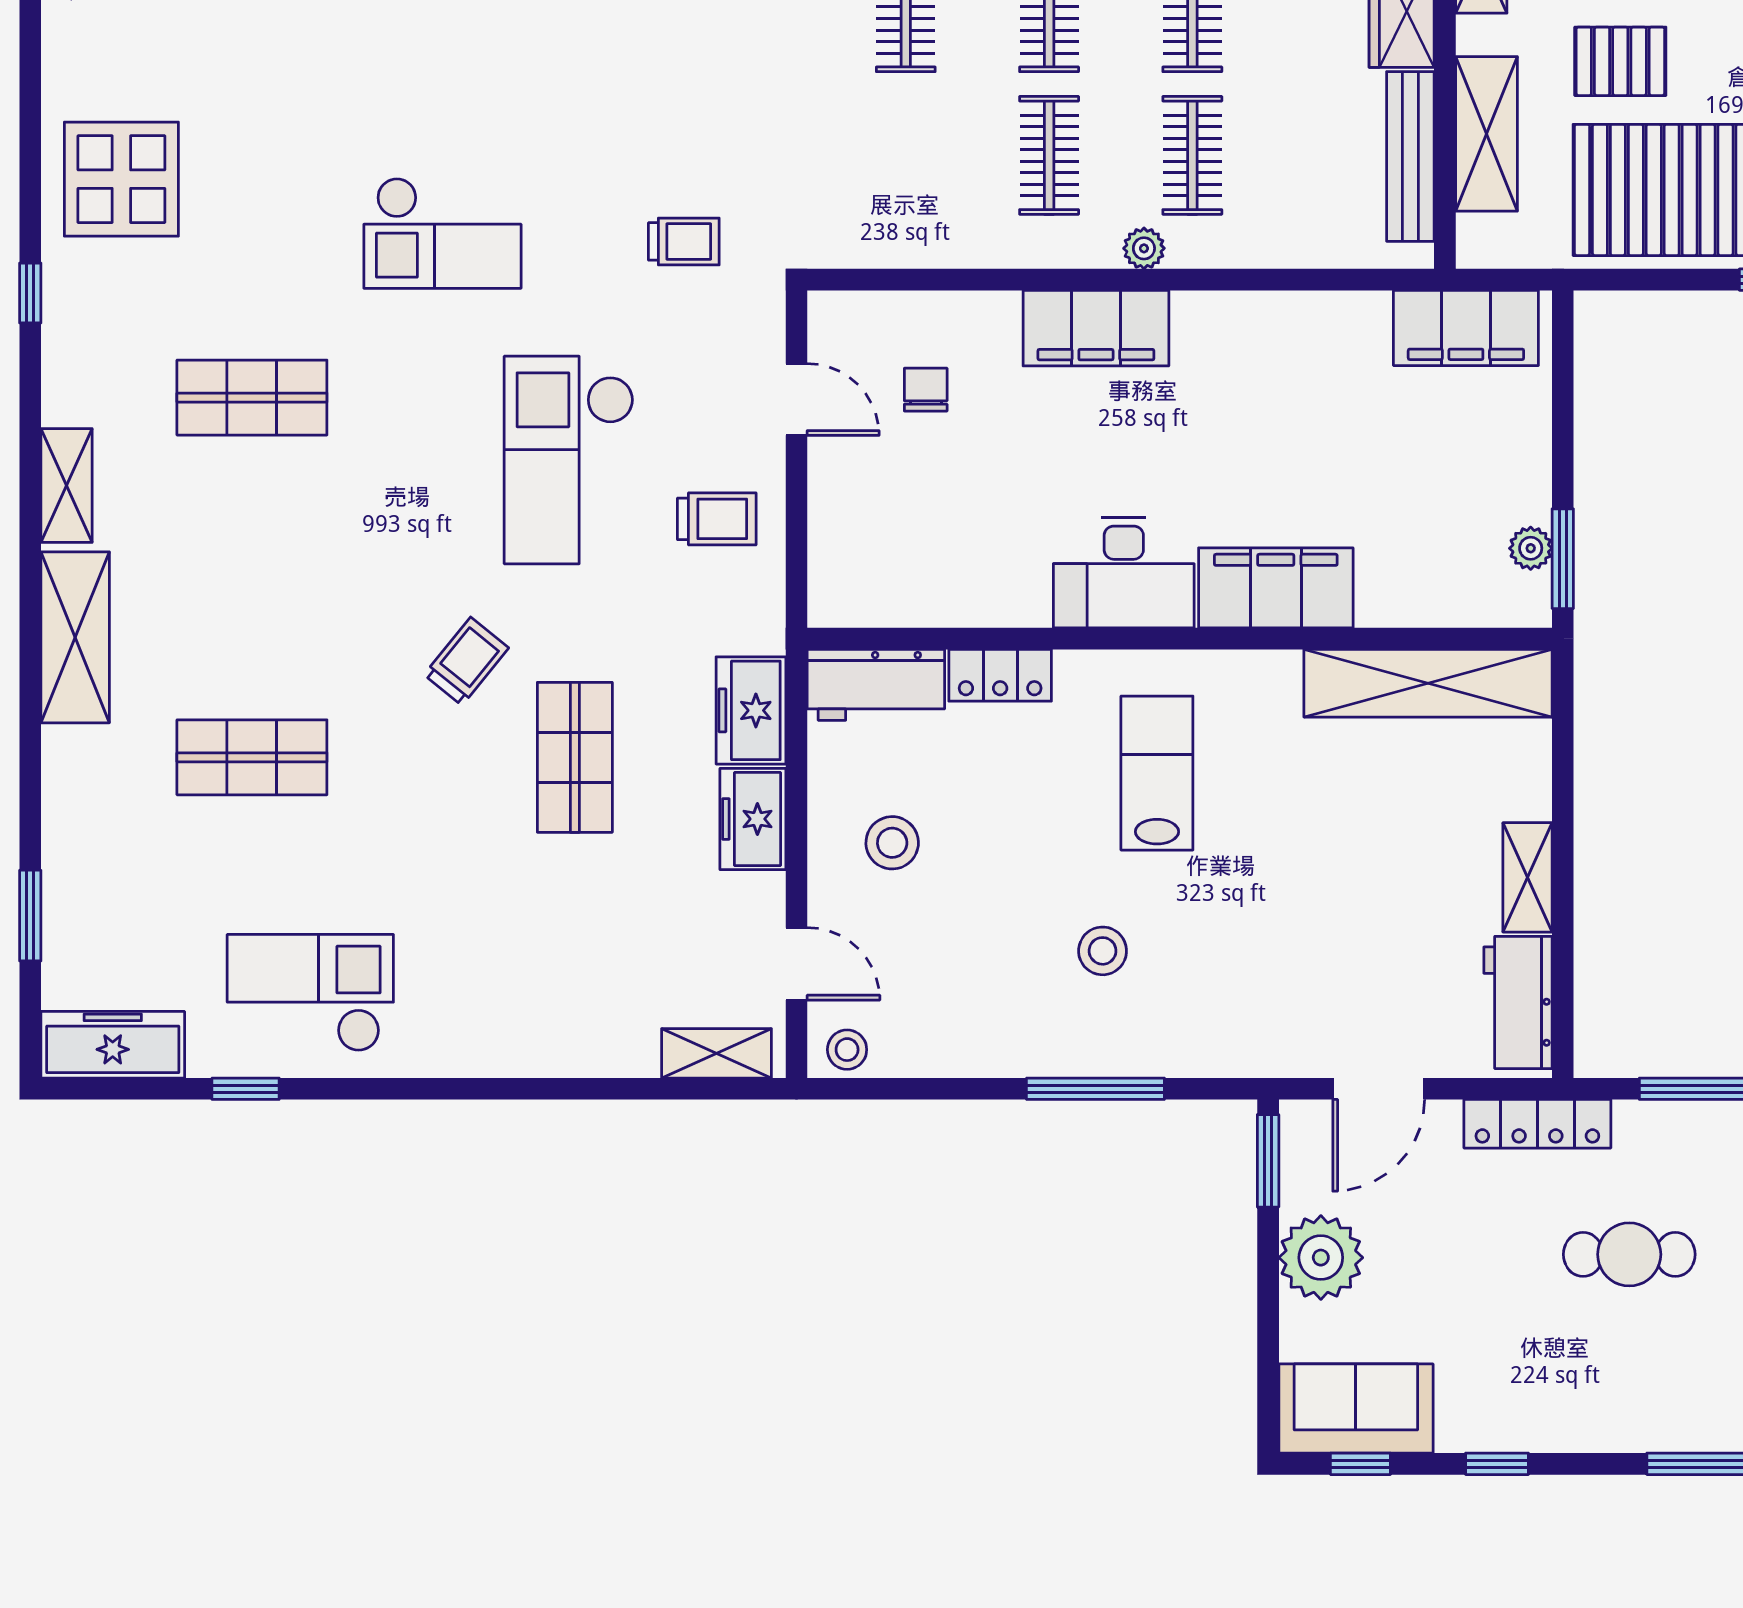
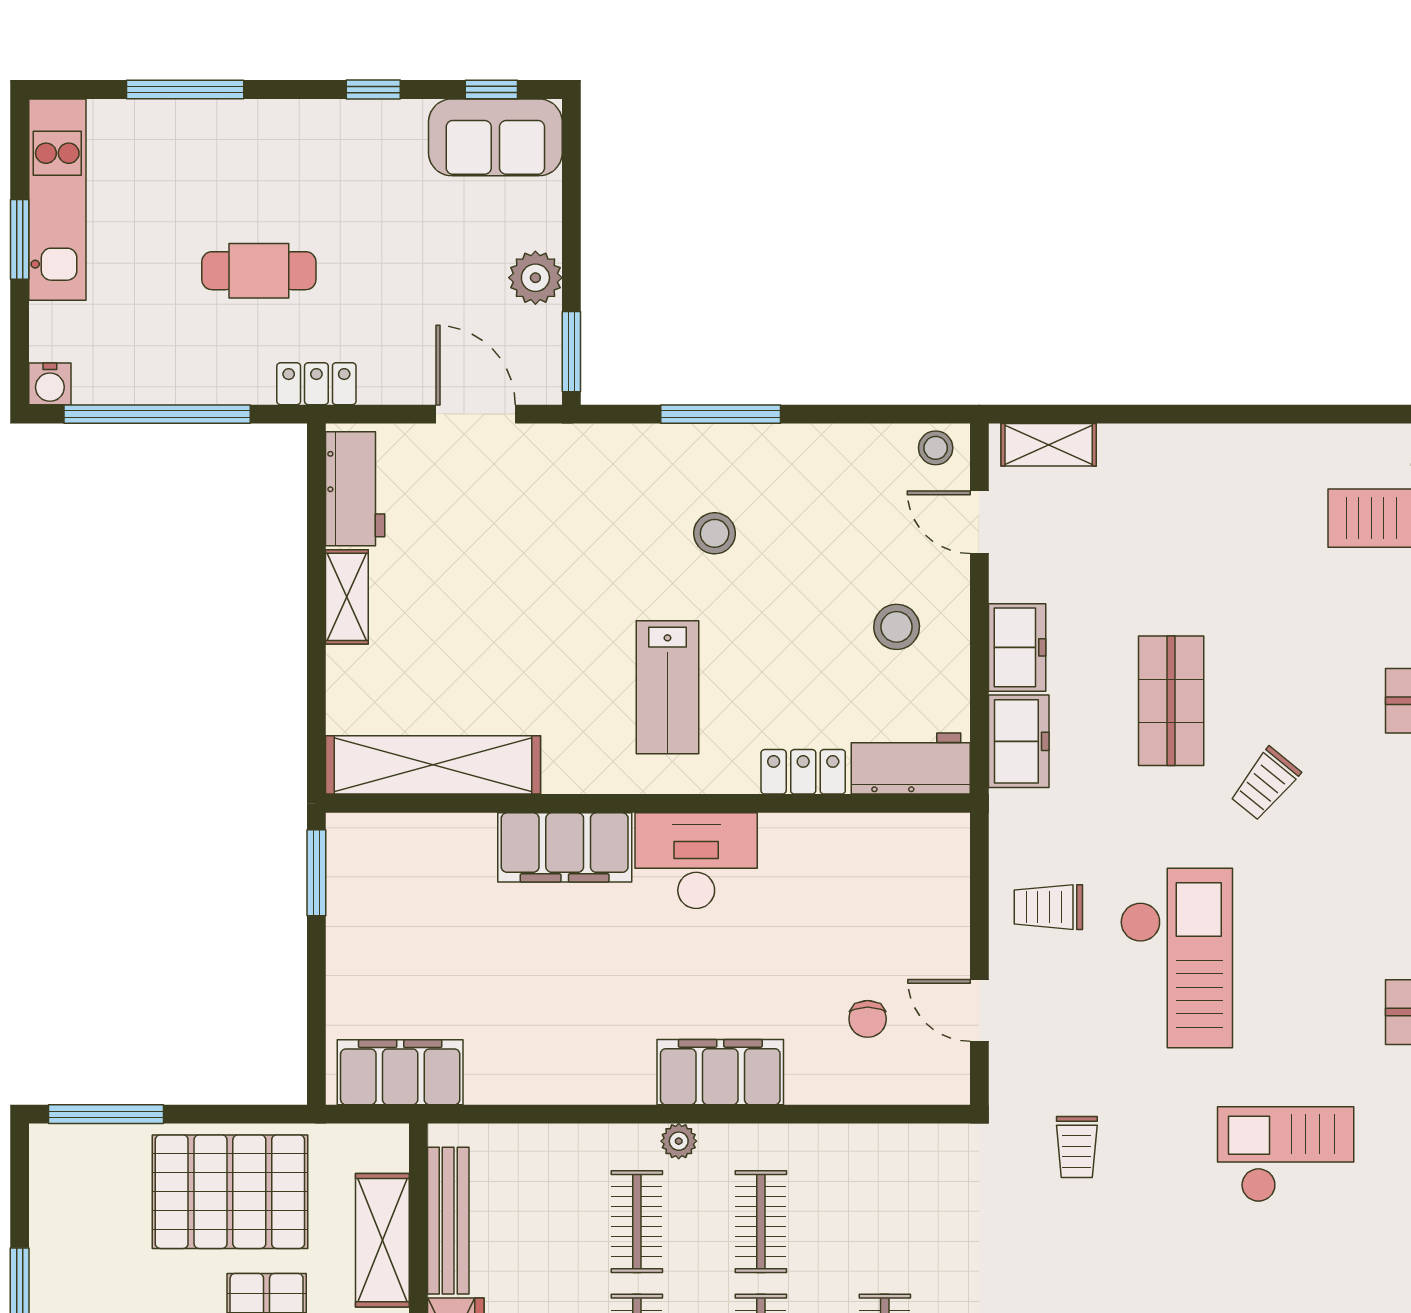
trolley: (684, 241) -> (1077, 1147), turned -90
plant: (1531, 548) -> (344, 882), removed
door: (1379, 1089) -> (476, 414), hinge flipped
locker: (1537, 1124) -> (316, 384), width x0.66
plant: (1321, 1258) -> (535, 278), width x0.73, depth x0.73

